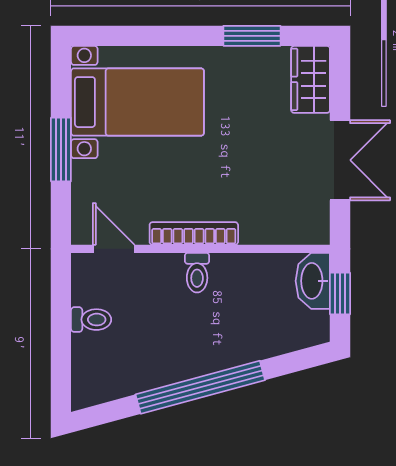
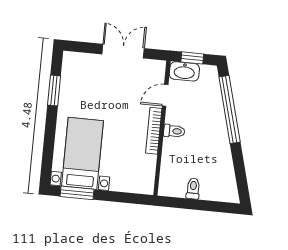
wardrobe: (311, 79) -> (80, 62), removed
window: (61, 149) -> (77, 193), moved
door: (114, 249) -> (165, 95), moved
window: (200, 387) -> (230, 110), moved

